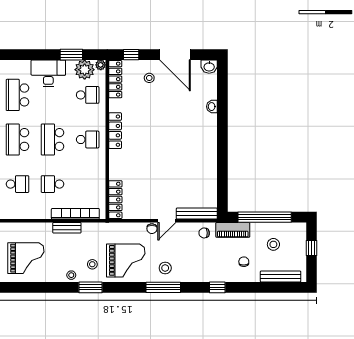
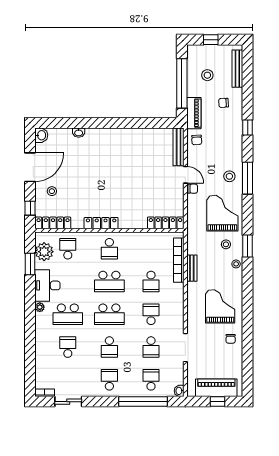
plant: (101, 65) -> (40, 307), moved
school desk: (88, 139) -> (109, 249), turned 180

